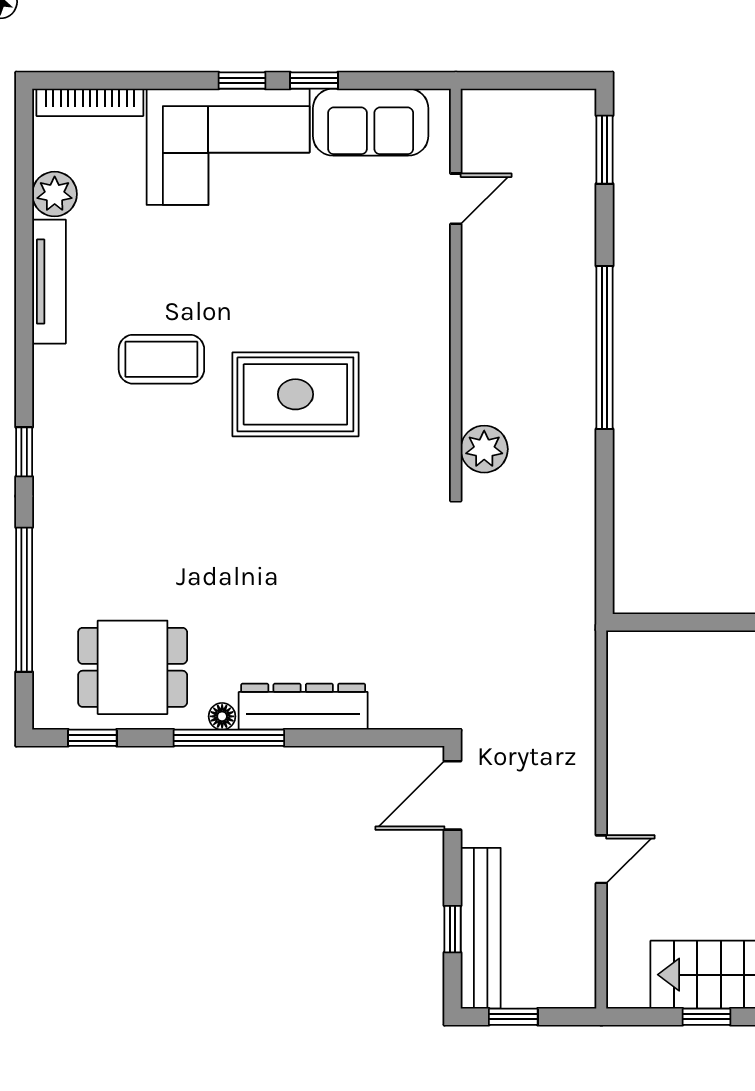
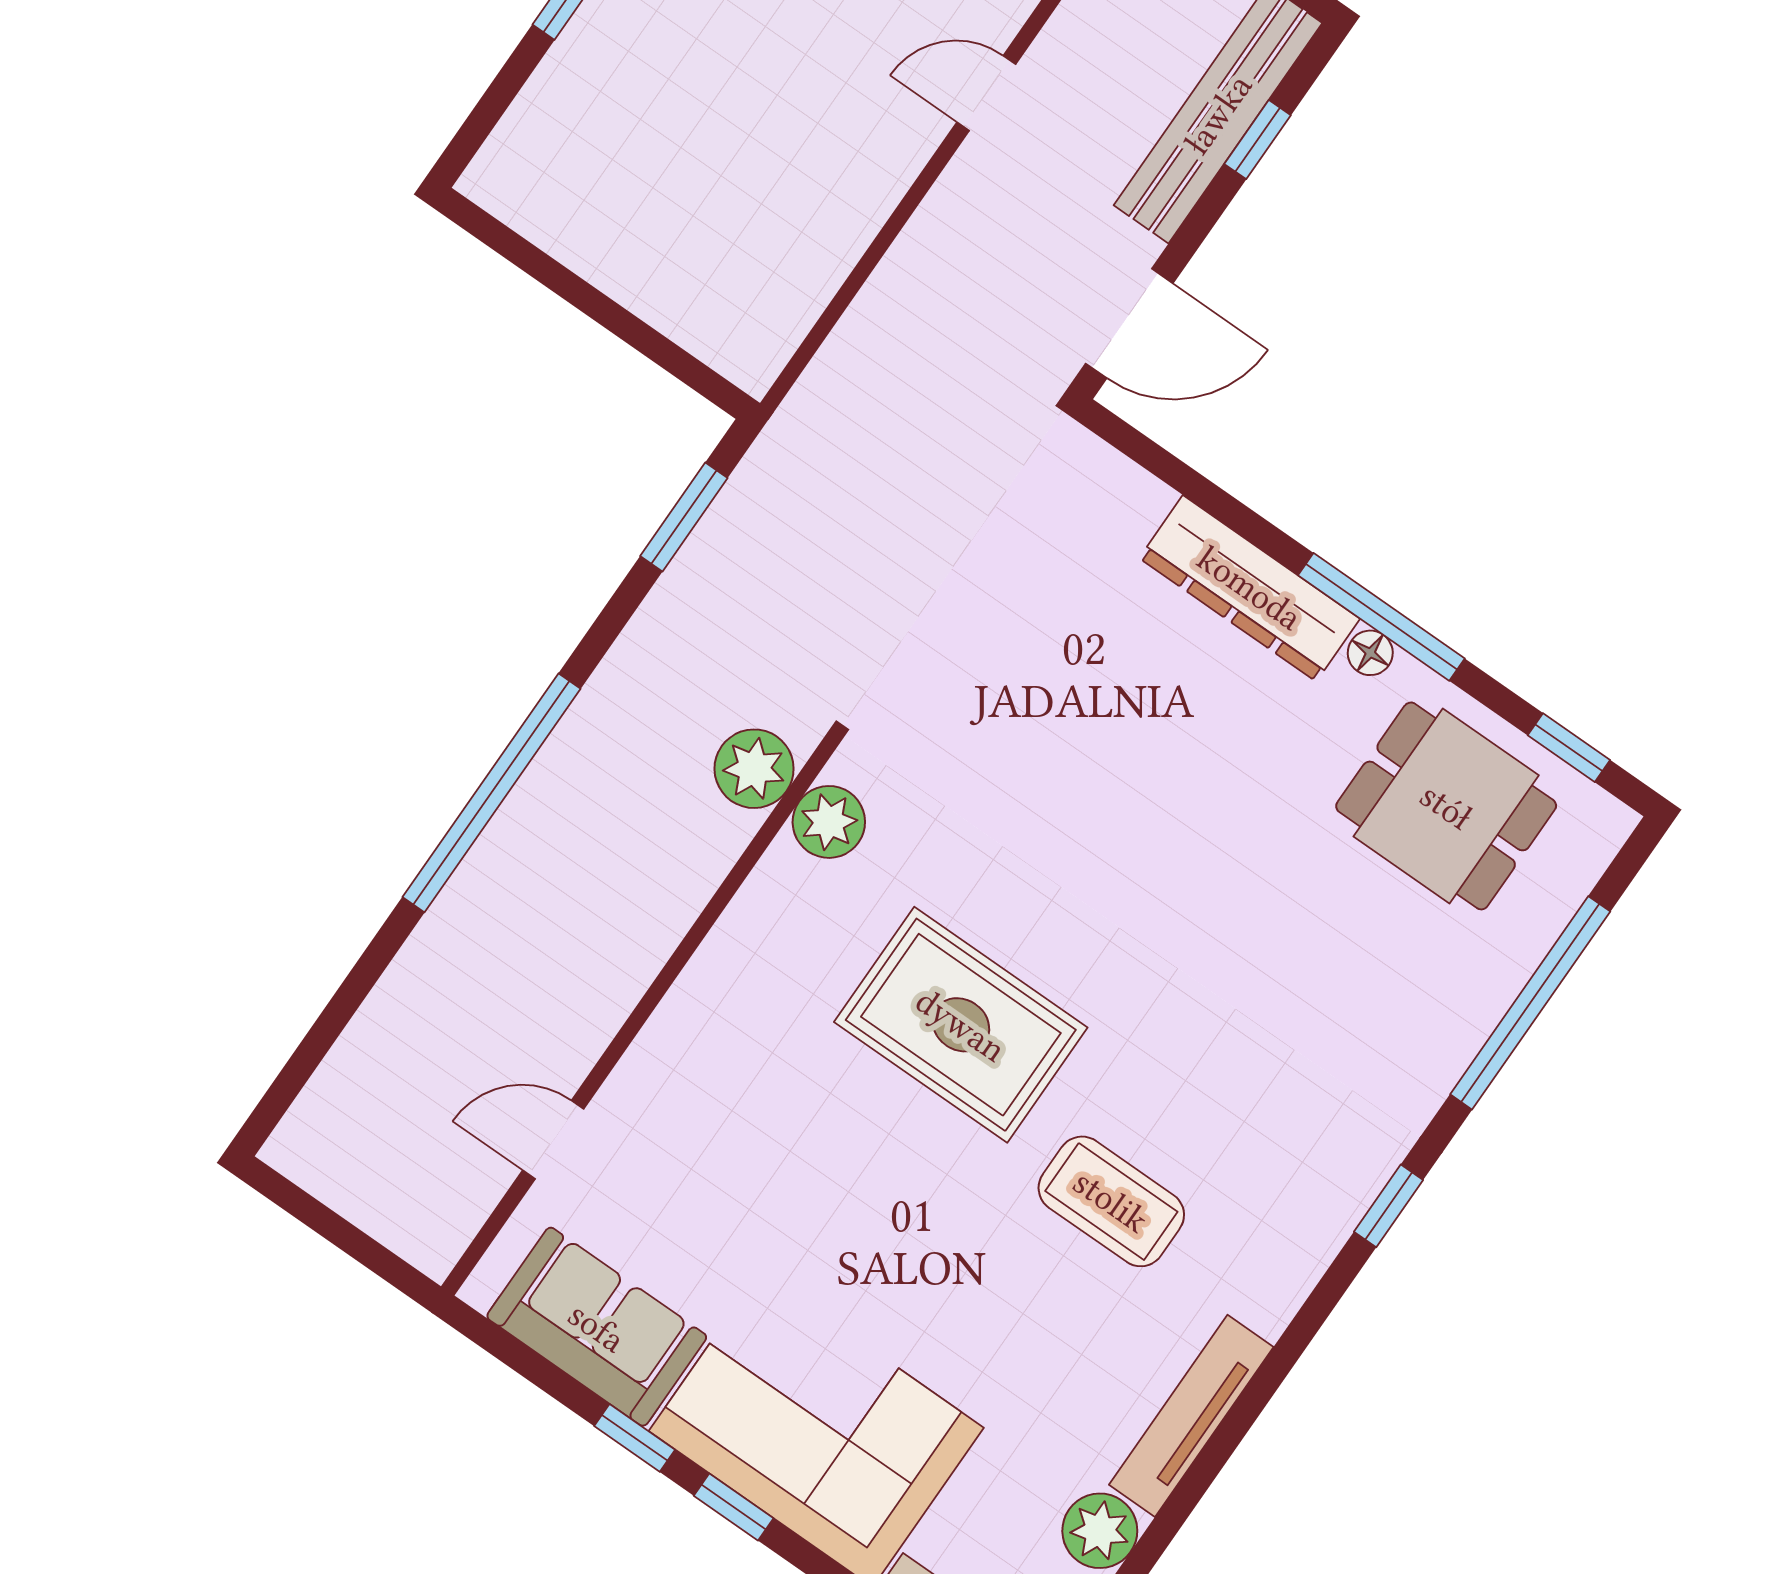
window: (605, 150) -> (684, 517), moved
plant: (429, 449) -> (829, 822), added

